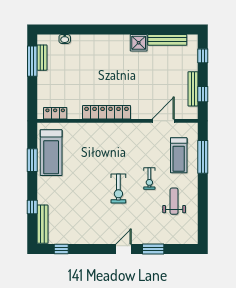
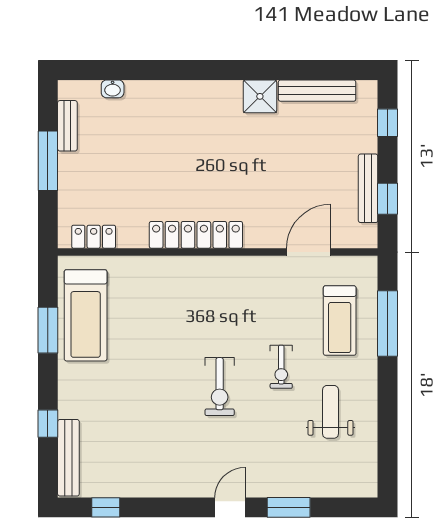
window: (32, 61) -> (48, 161), moved

